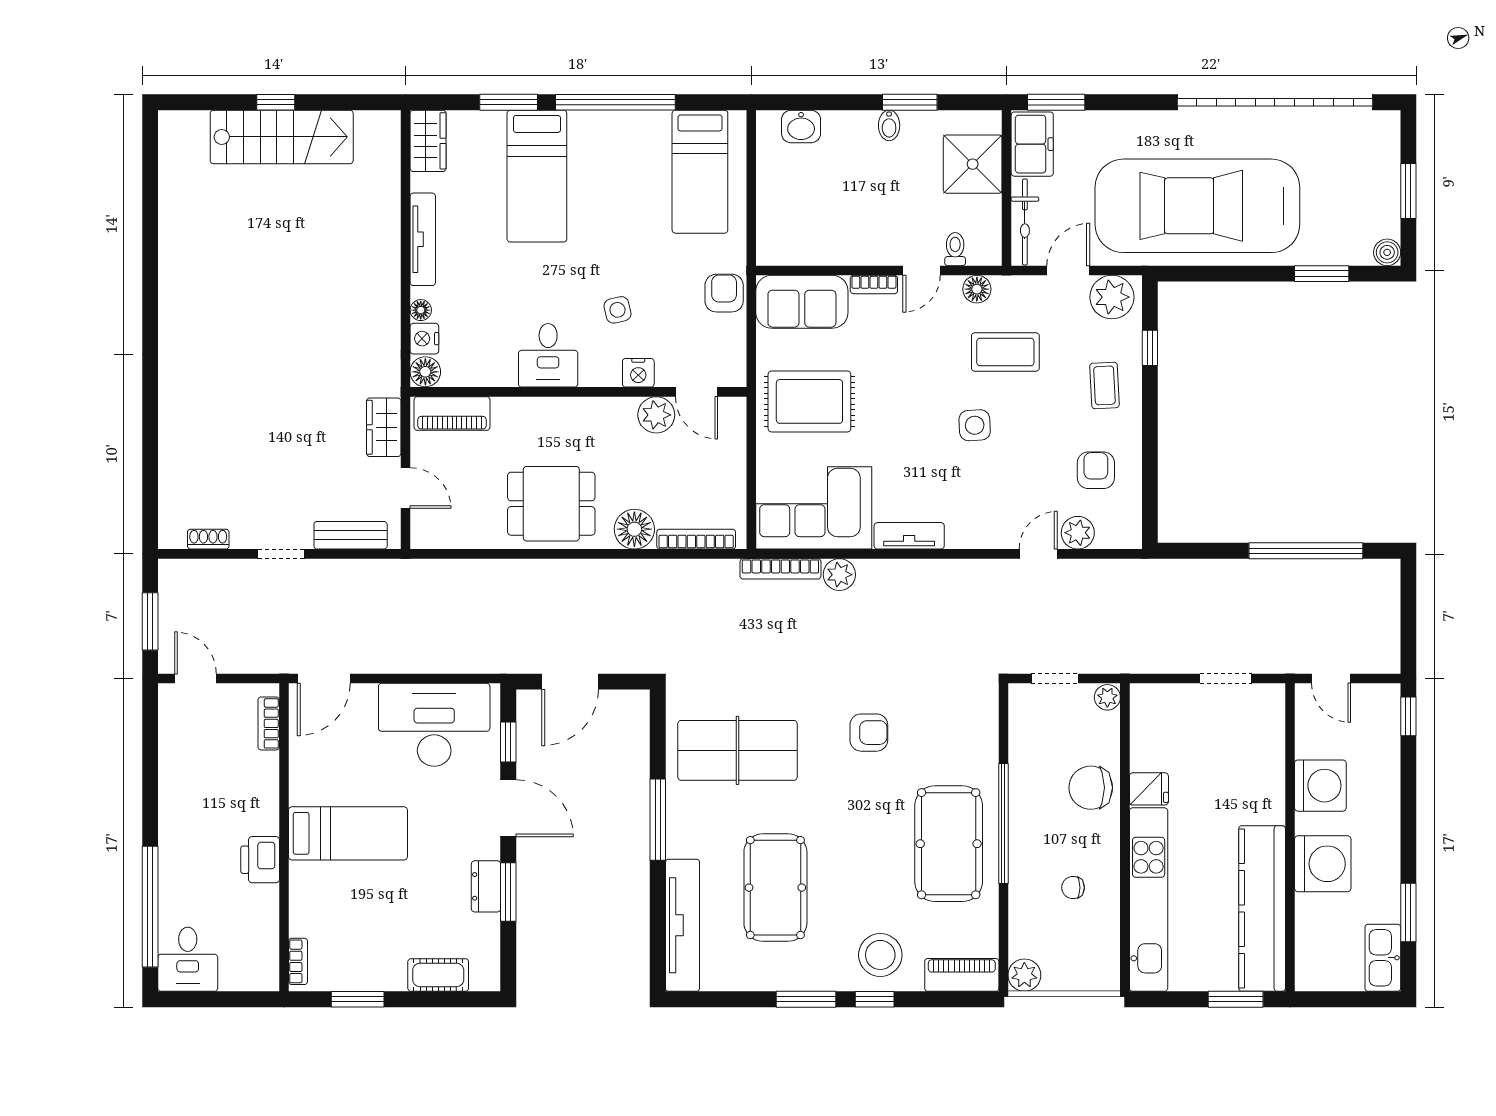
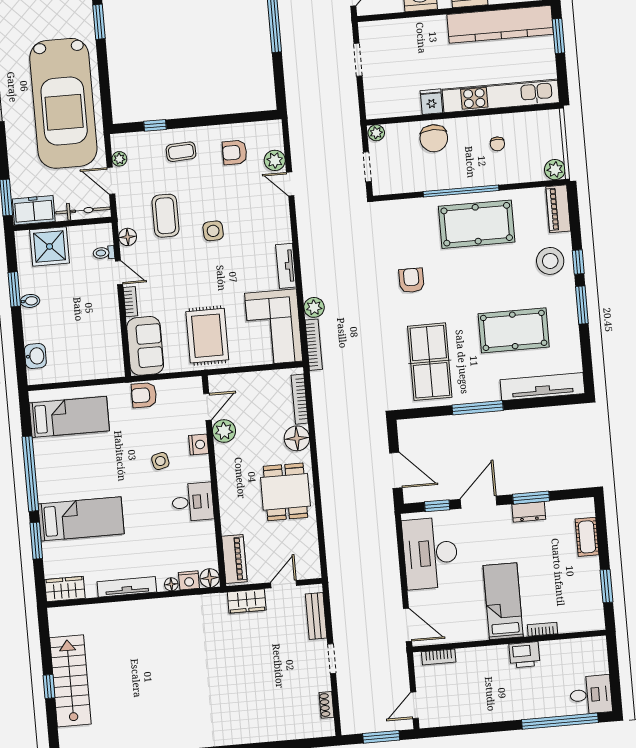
plant: (1112, 297) -> (119, 159), width x0.53, depth x0.53
bookcase: (298, 961) -> (542, 629), moved

